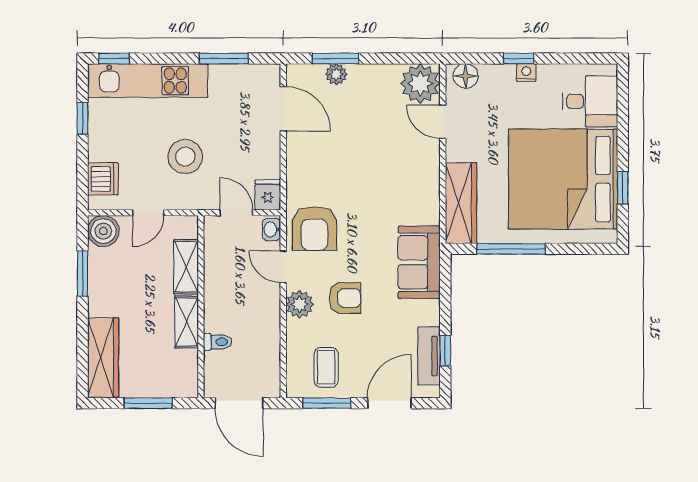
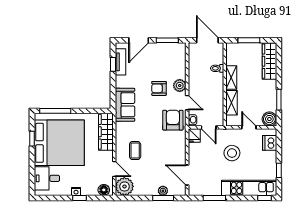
door: (148, 213) -> (249, 127), hinge flipped
window: (511, 249) -> (55, 111), moved
coffee table: (326, 367) -> (135, 151), moved

